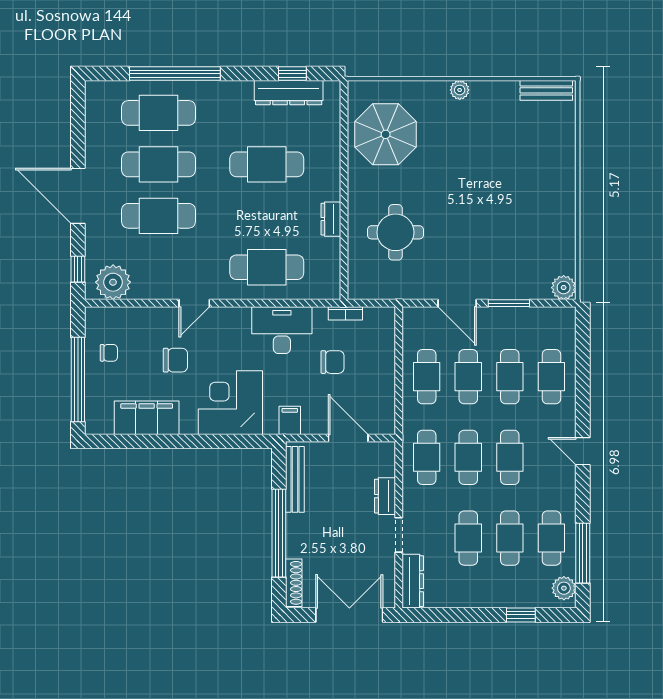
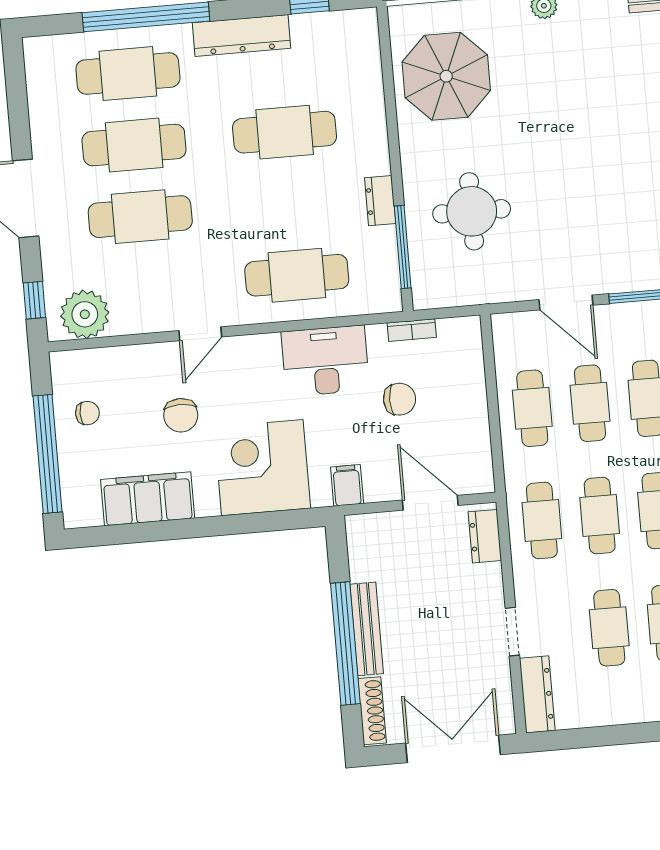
dresser: (289, 93) -> (241, 35), moved
window: (344, 254) -> (403, 247), added
chair: (175, 360) -> (181, 415), turned 90
bench: (295, 479) -> (367, 629), moved
dresser: (385, 496) -> (485, 536), moved

